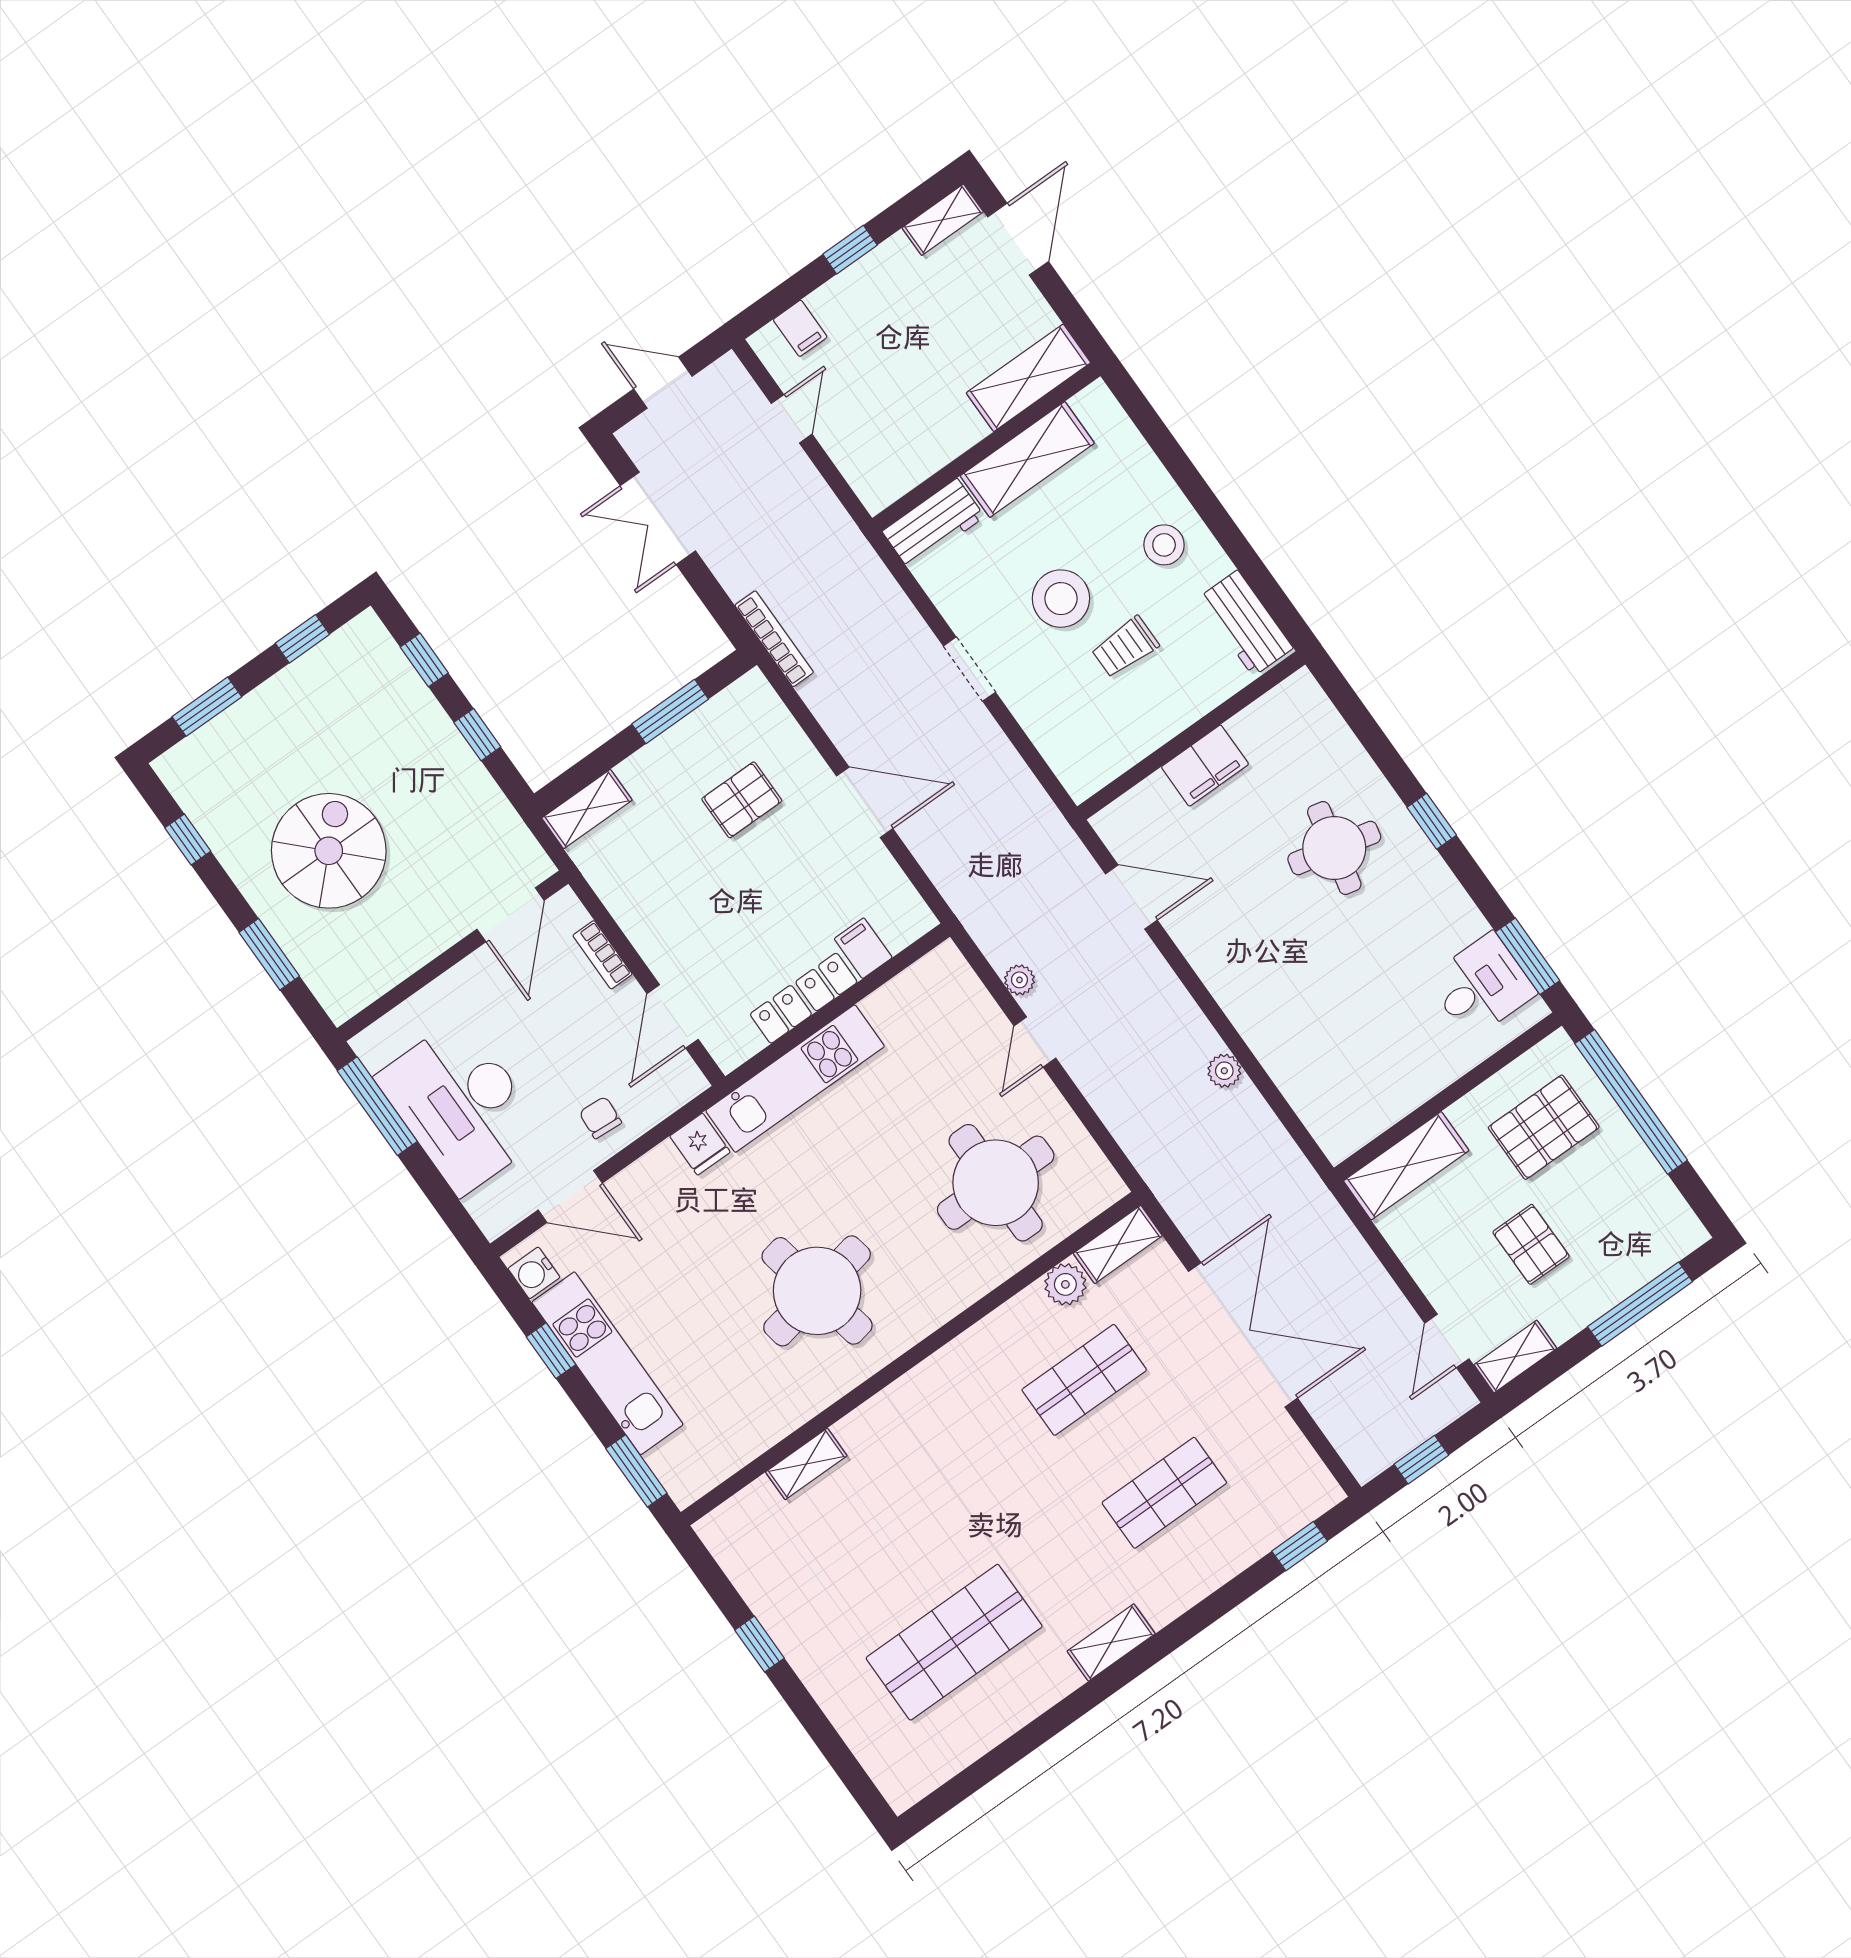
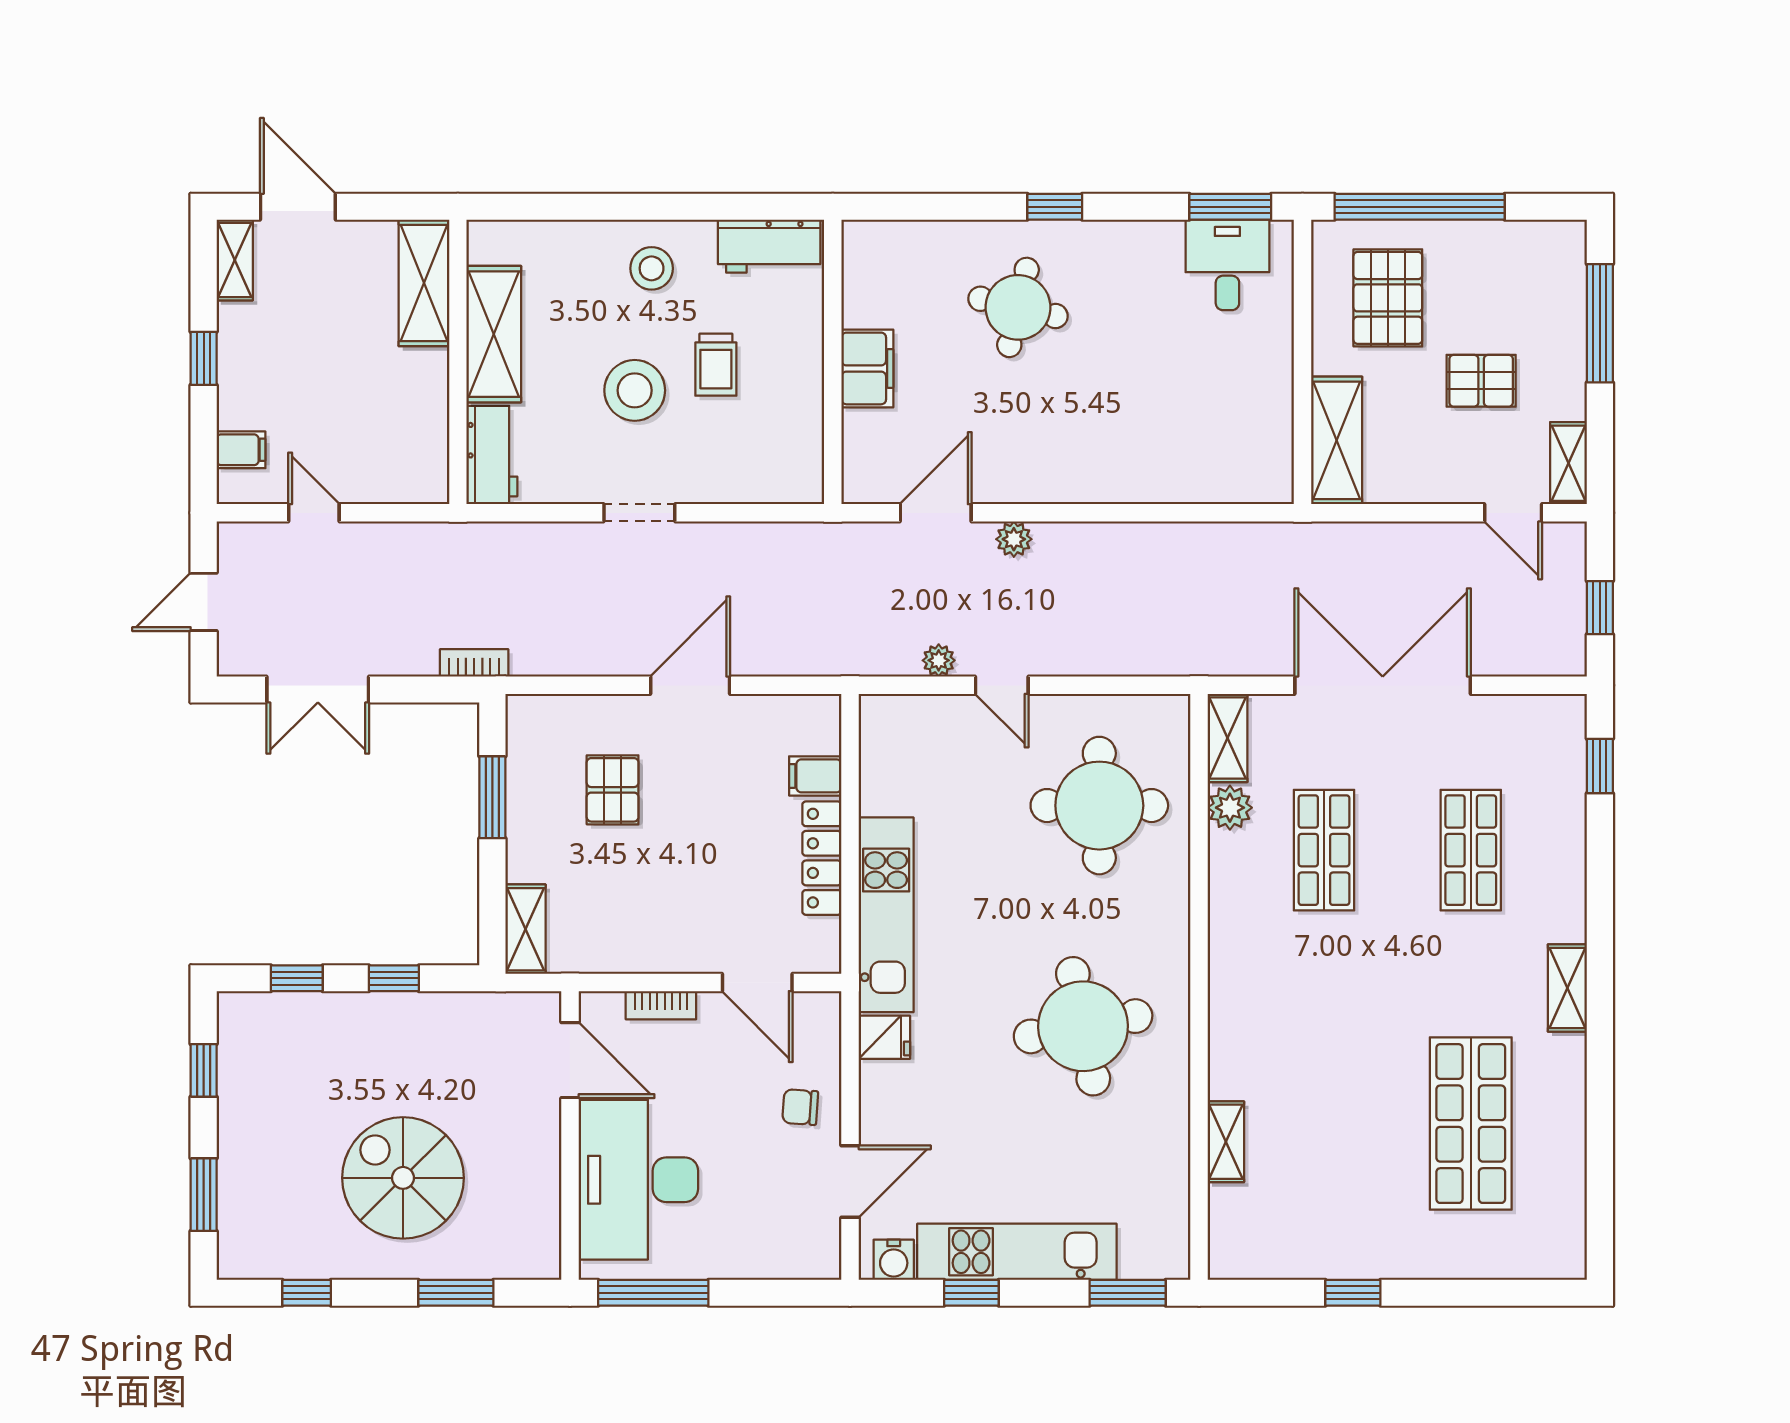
bookcase: (774, 639) -> (474, 663), width x0.64
plant: (1224, 1071) -> (1014, 539), moved
desk: (461, 1106) -> (638, 1180), moved, turned 90

